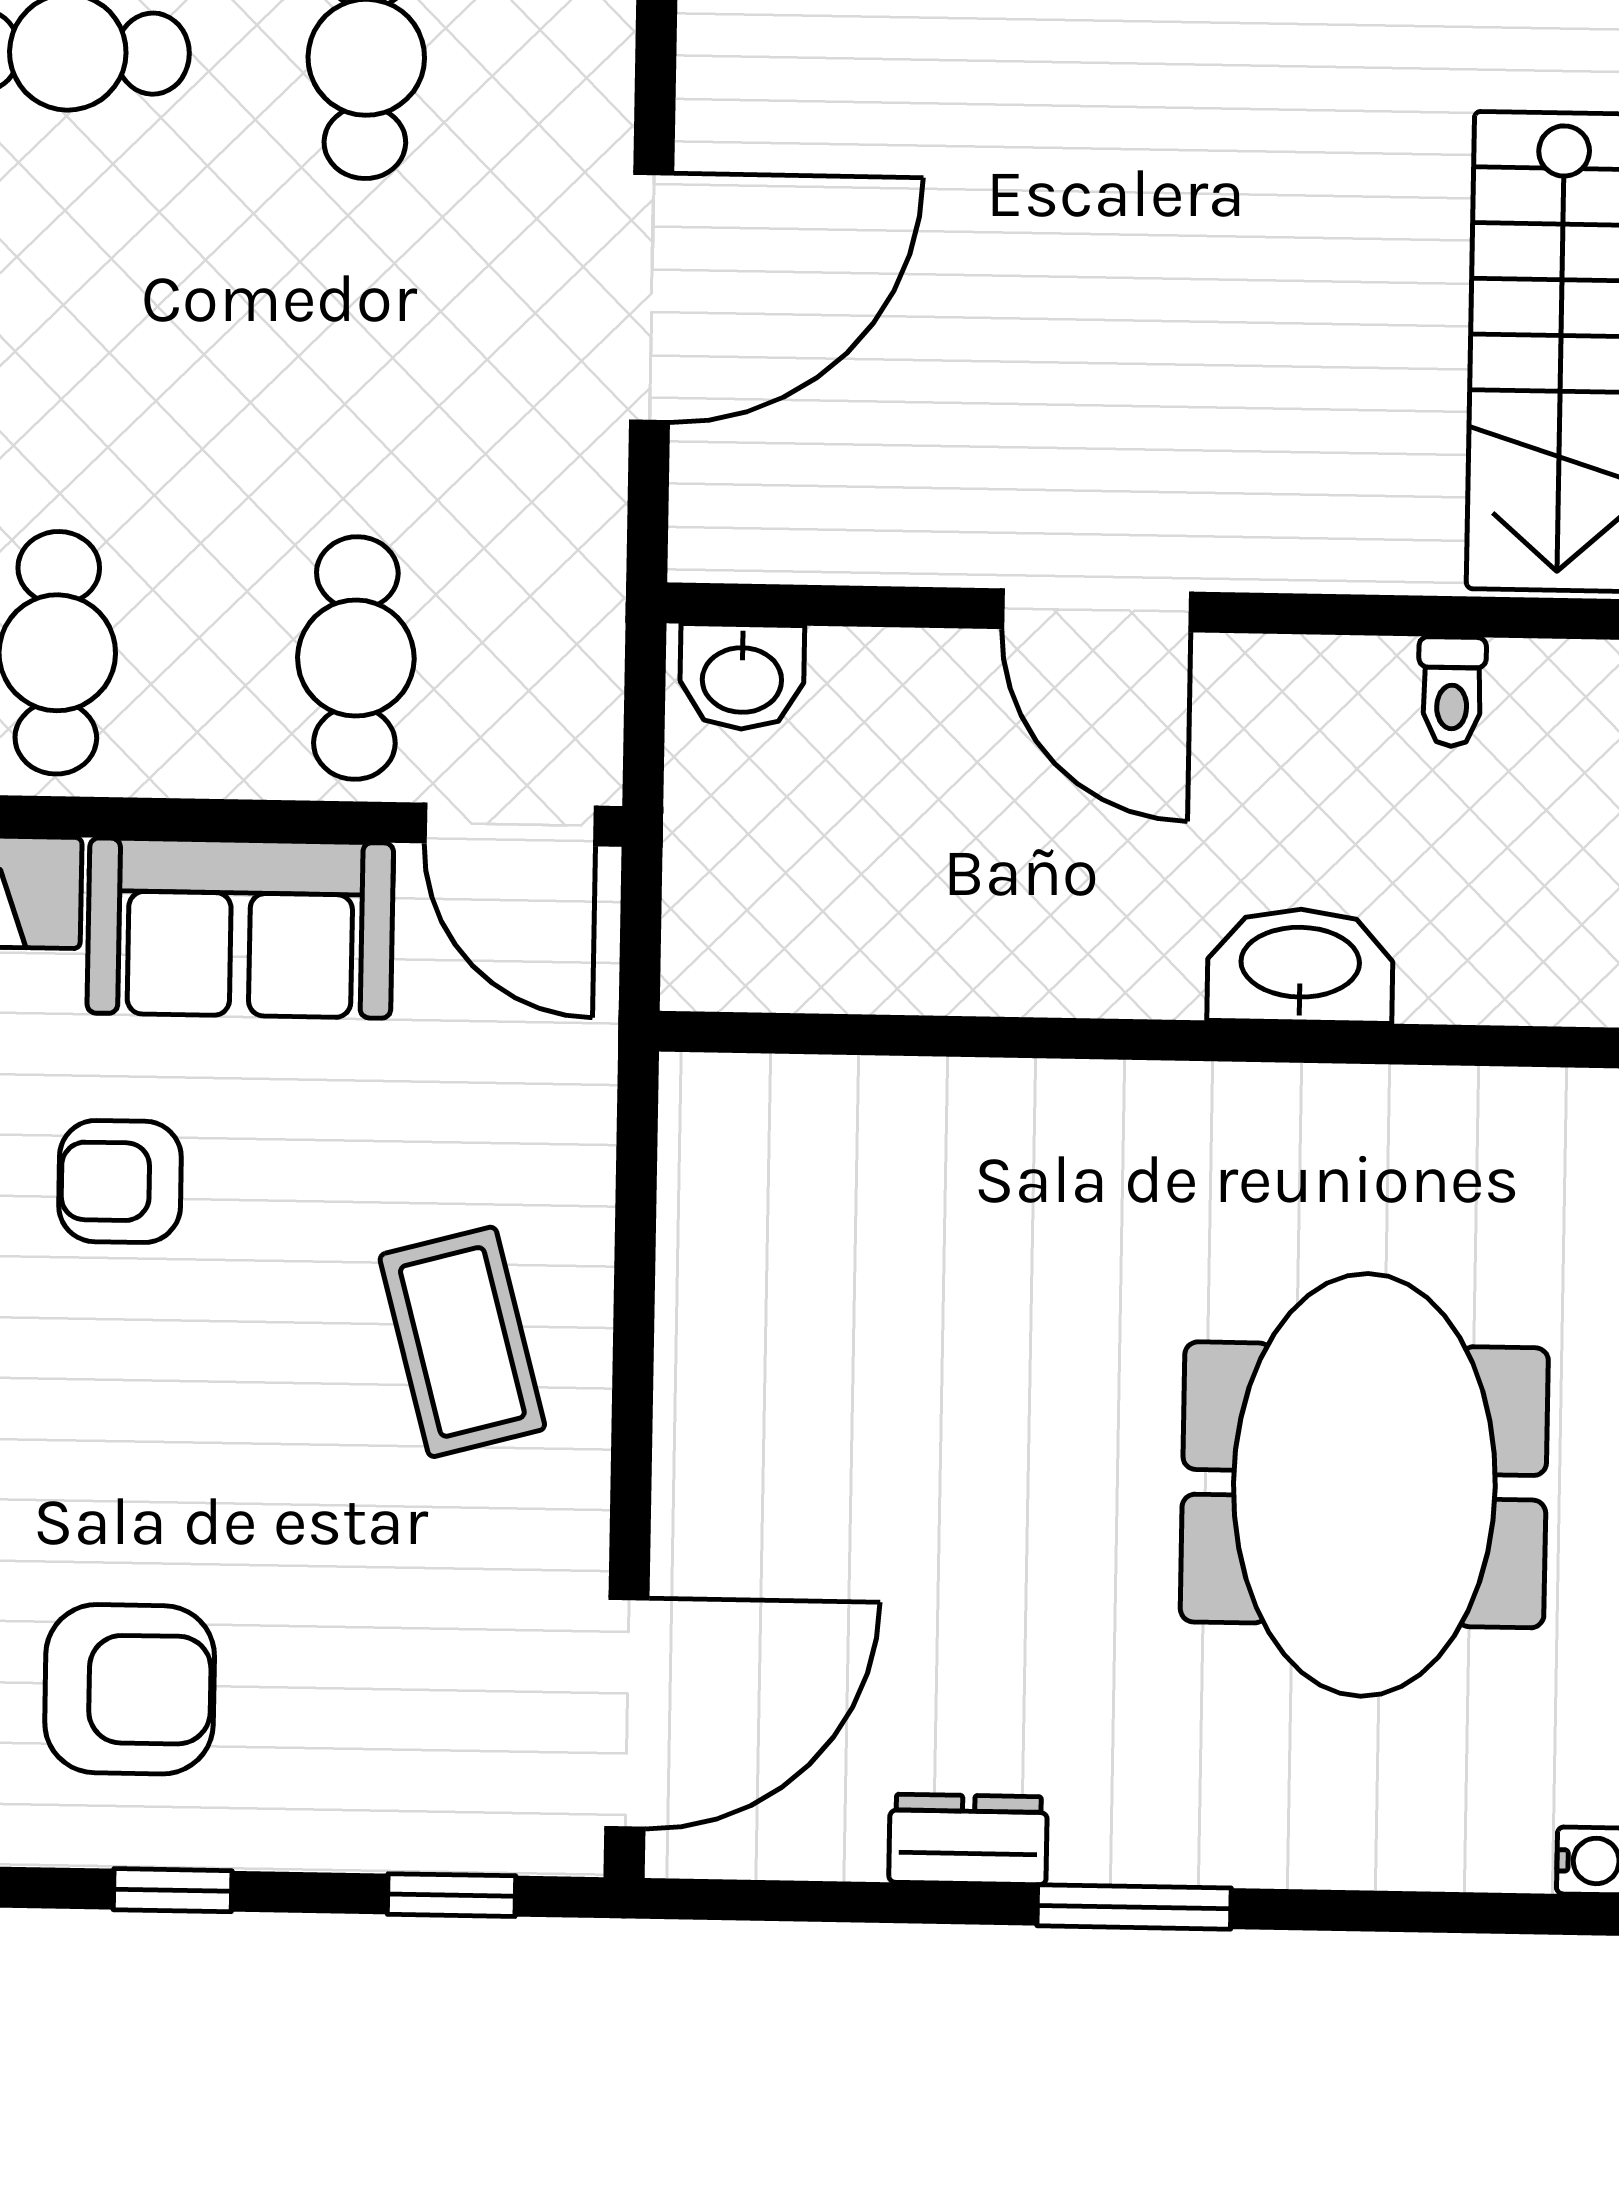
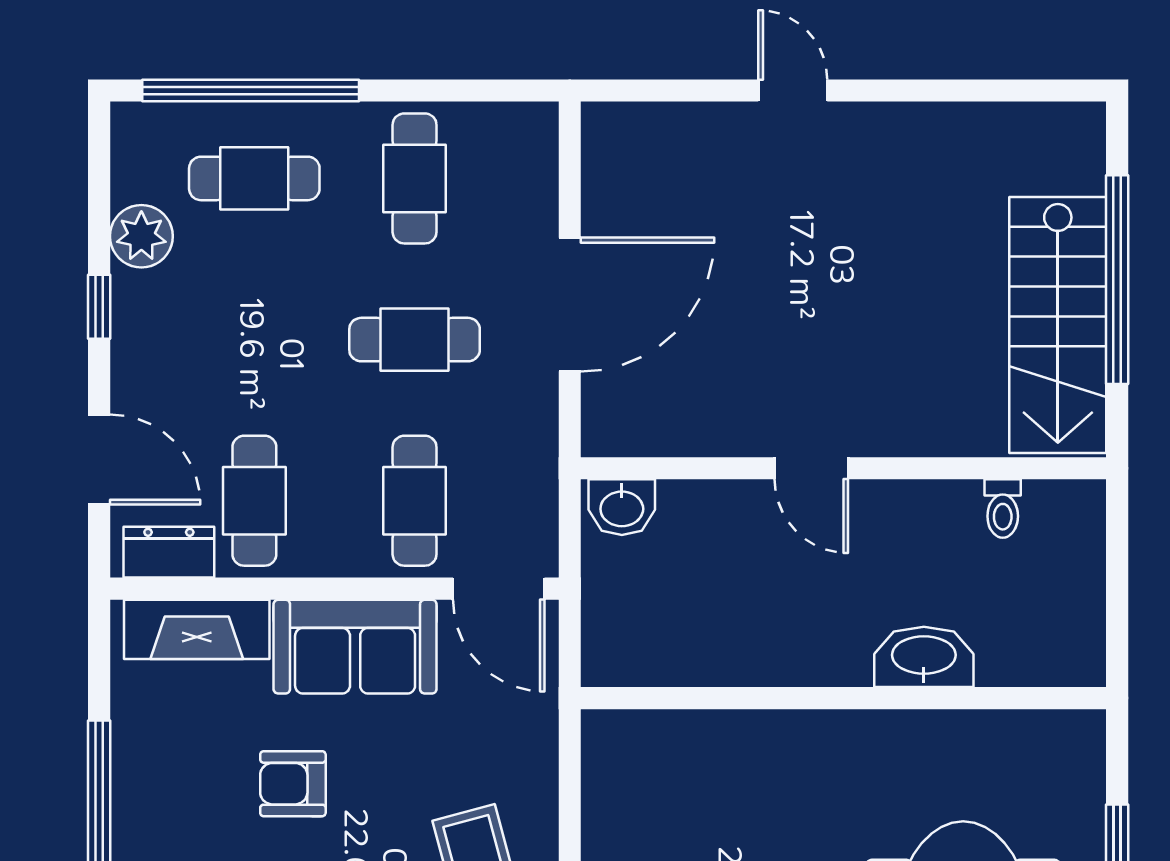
cafe table: (361, 358) -> (415, 340), added
door: (1097, 610) -> (811, 468), width x0.73

